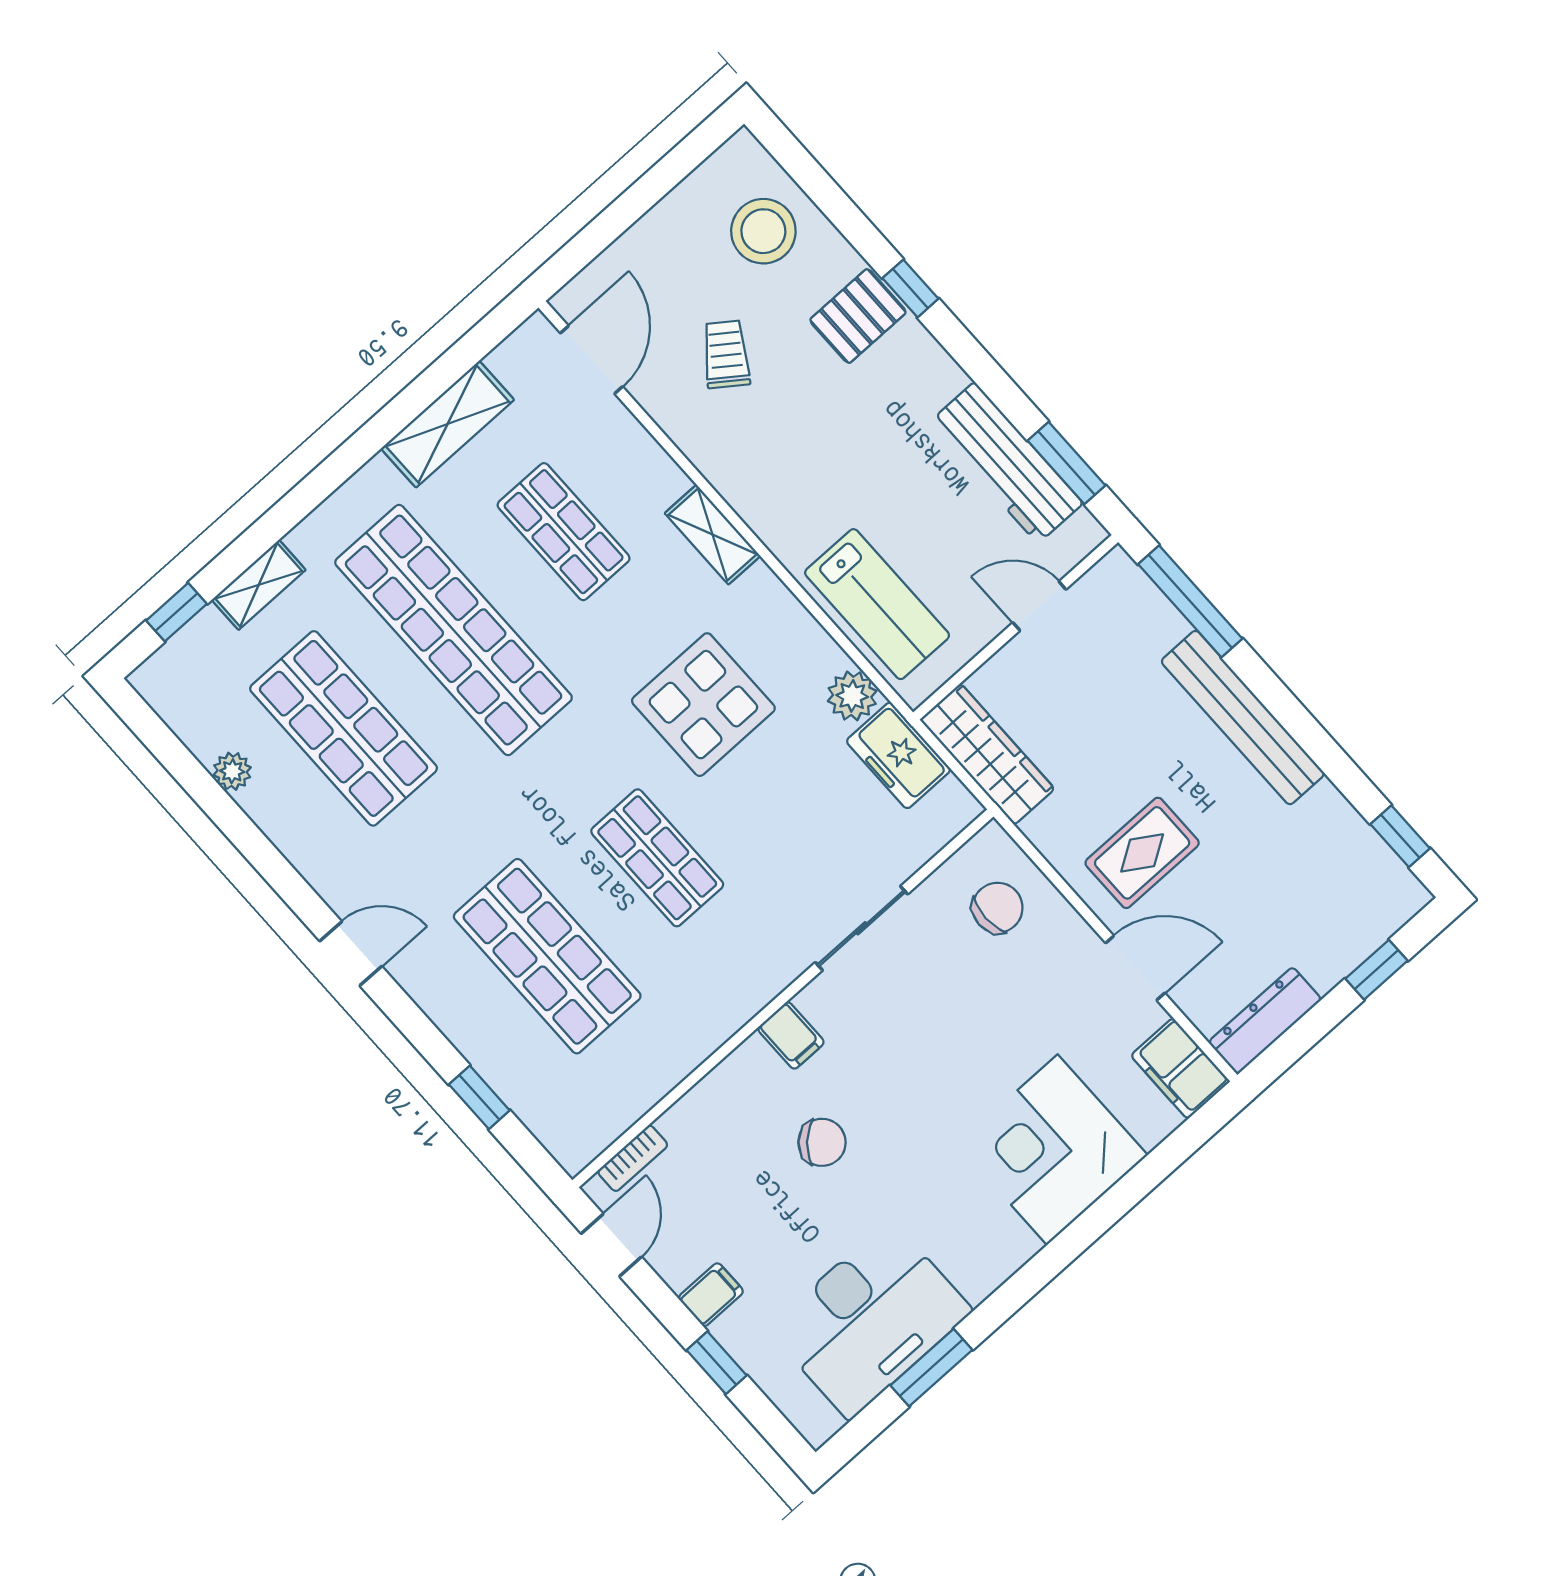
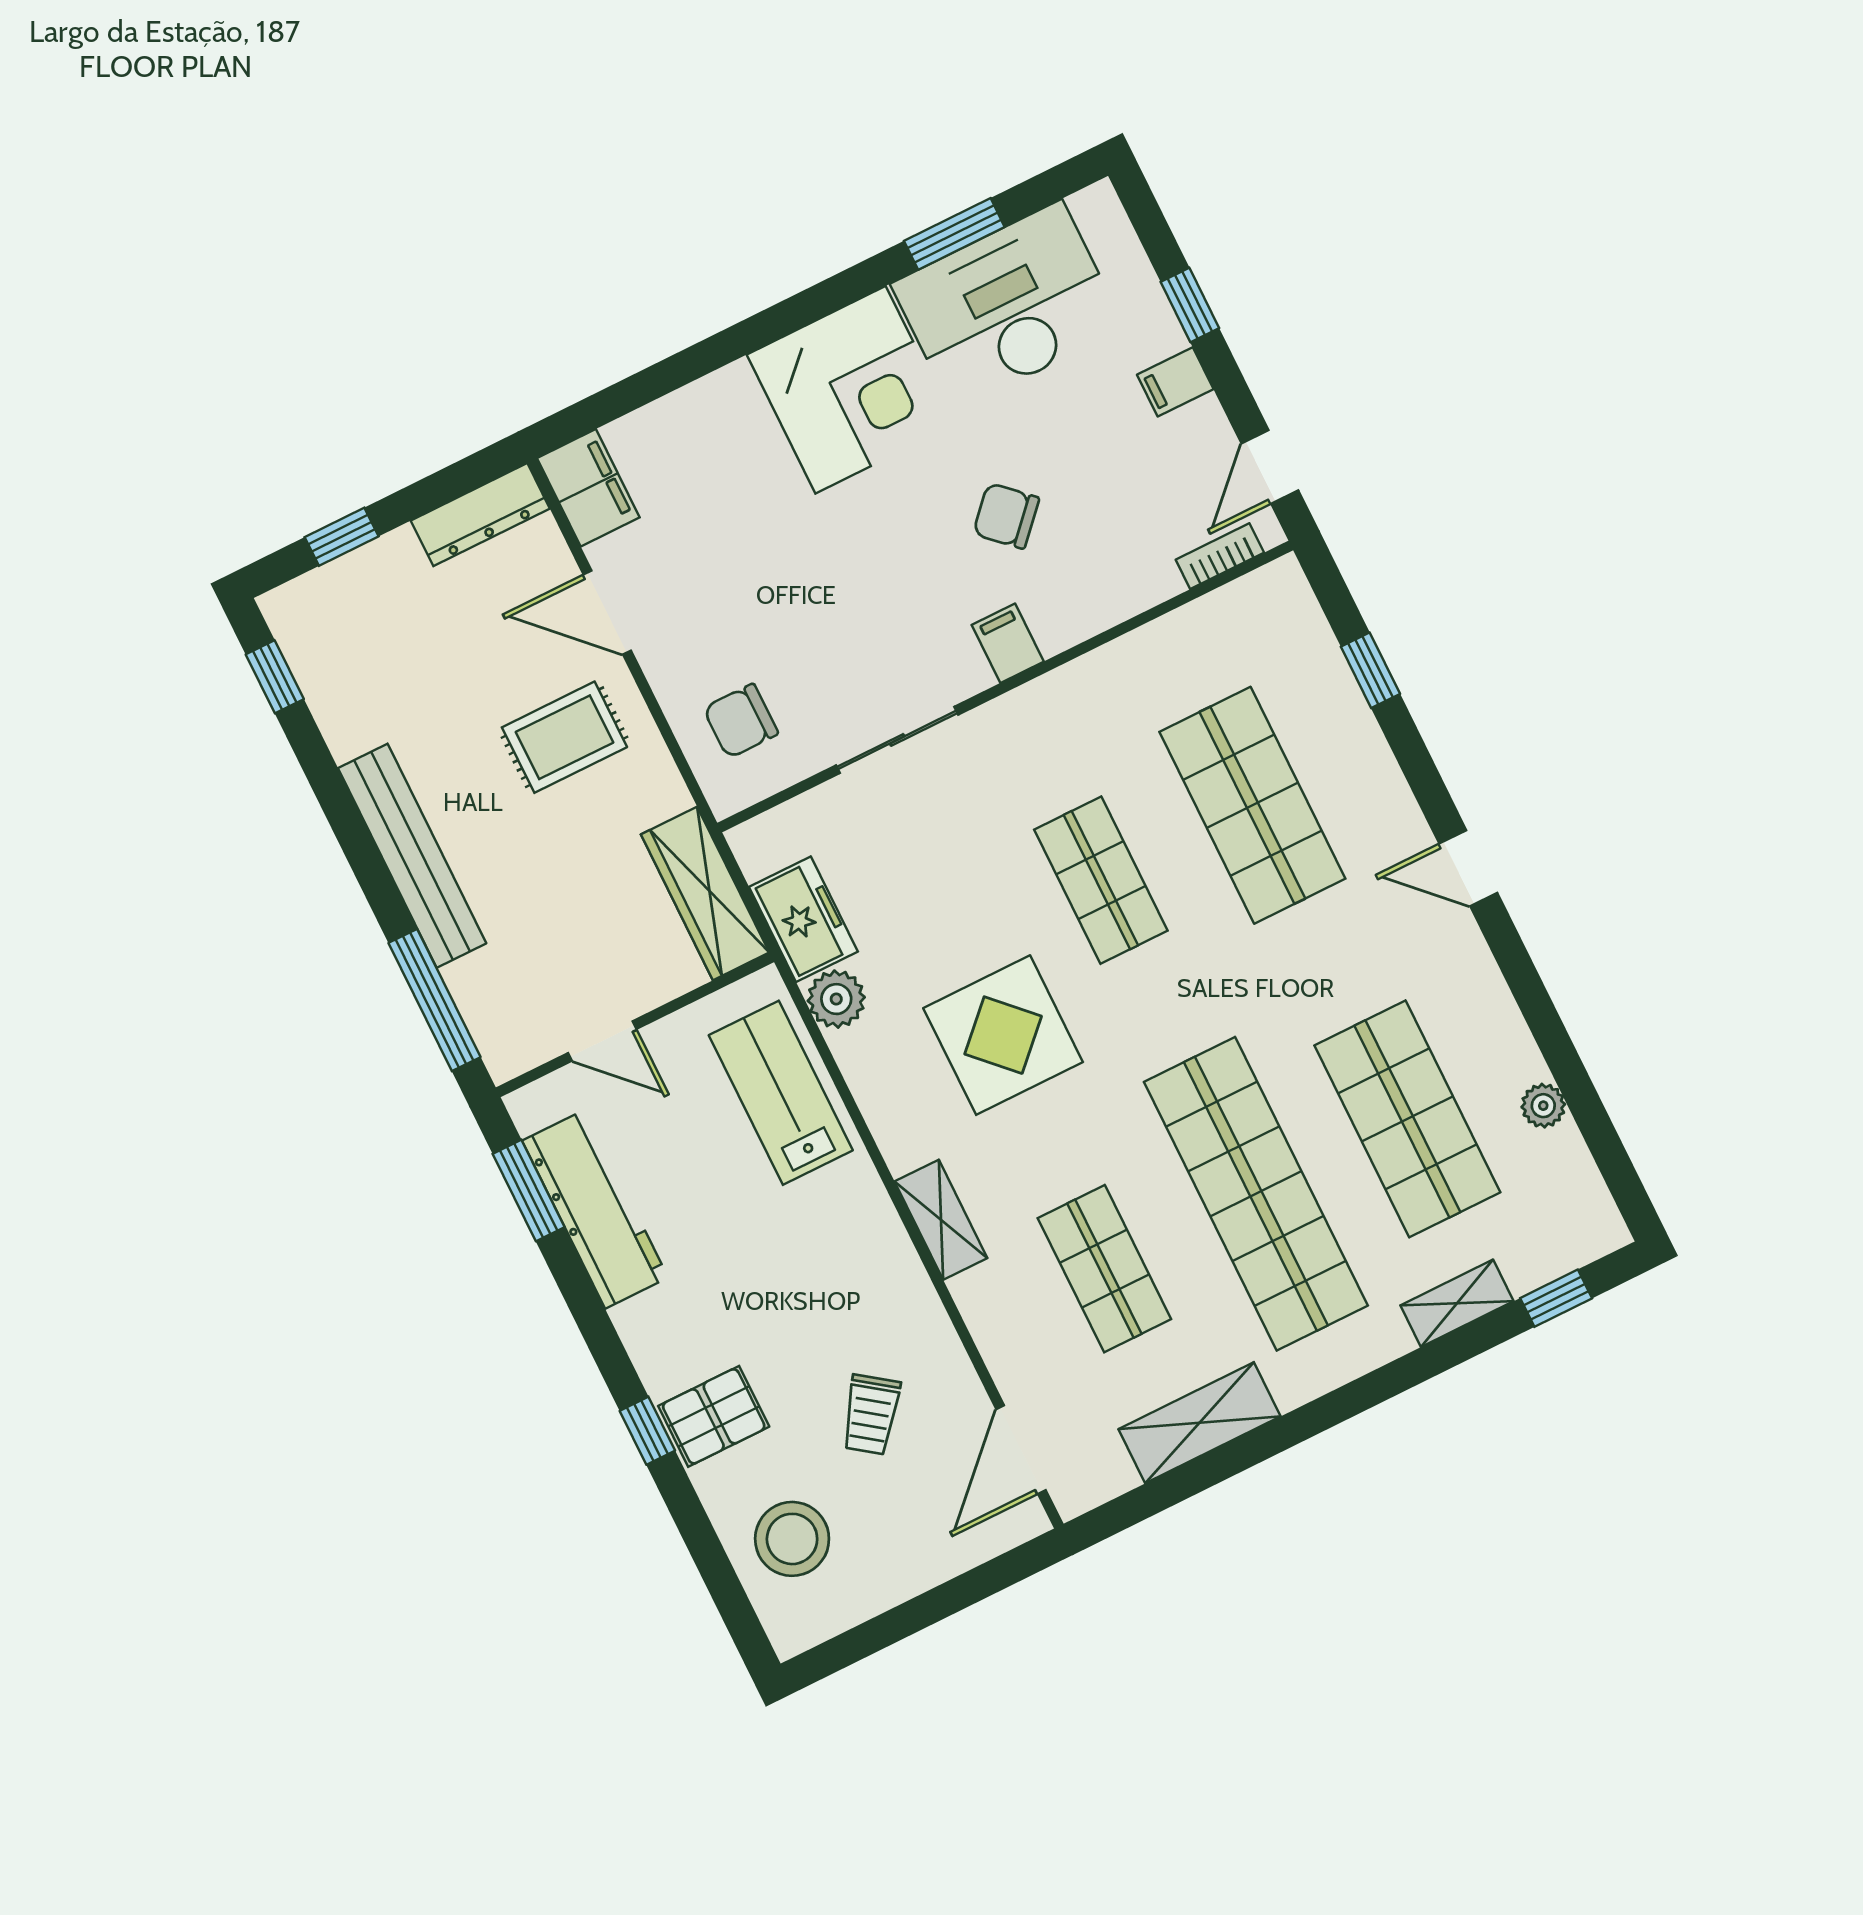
corner desk: (1052, 1150) -> (850, 390), moved

